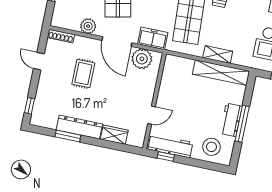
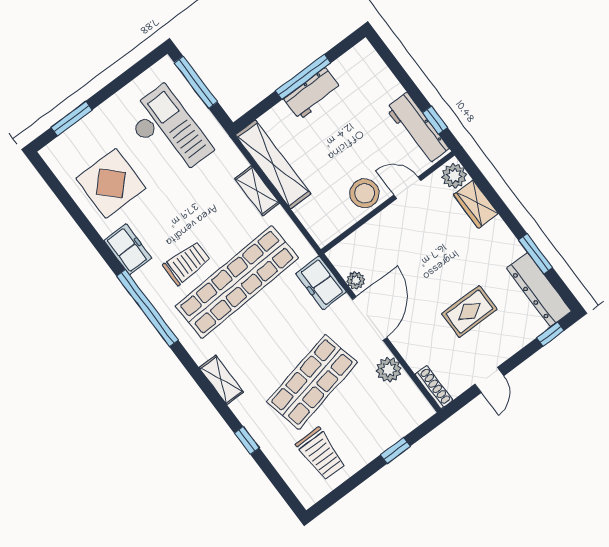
plant: (142, 59) -> (356, 280), width x0.53, depth x0.53
rug: (83, 74) -> (469, 312), moved
dresser: (79, 127) -> (539, 290), moved
plant: (135, 139) -> (454, 176), added
stool: (211, 147) -> (364, 193), moved

